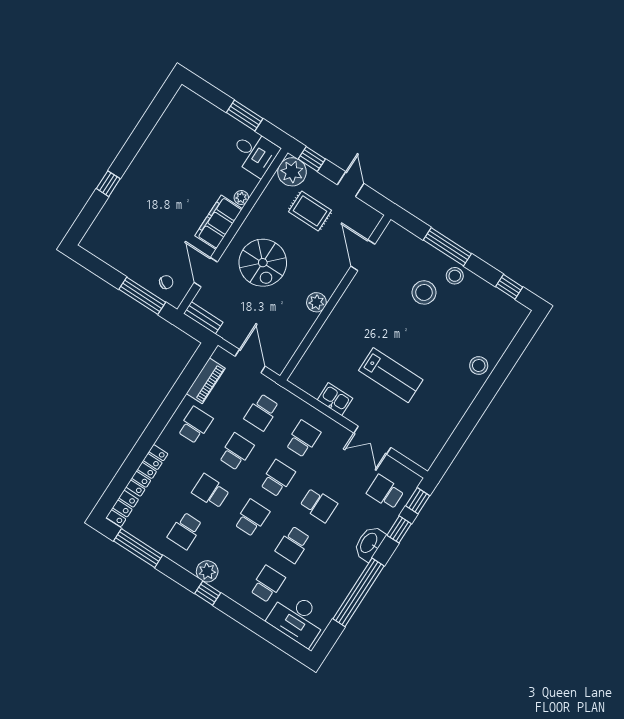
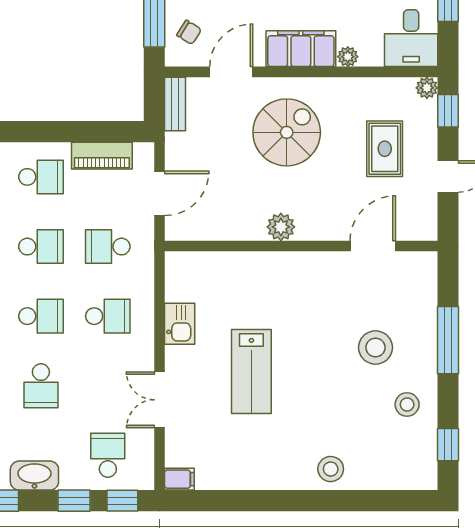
plant: (292, 172) -> (427, 88), width x0.53, depth x0.53
spiral stairs: (263, 263) -> (287, 132), turned 180
stool: (455, 276) -> (407, 405), moved
filing cabinet: (427, 459) -> (179, 479), added

